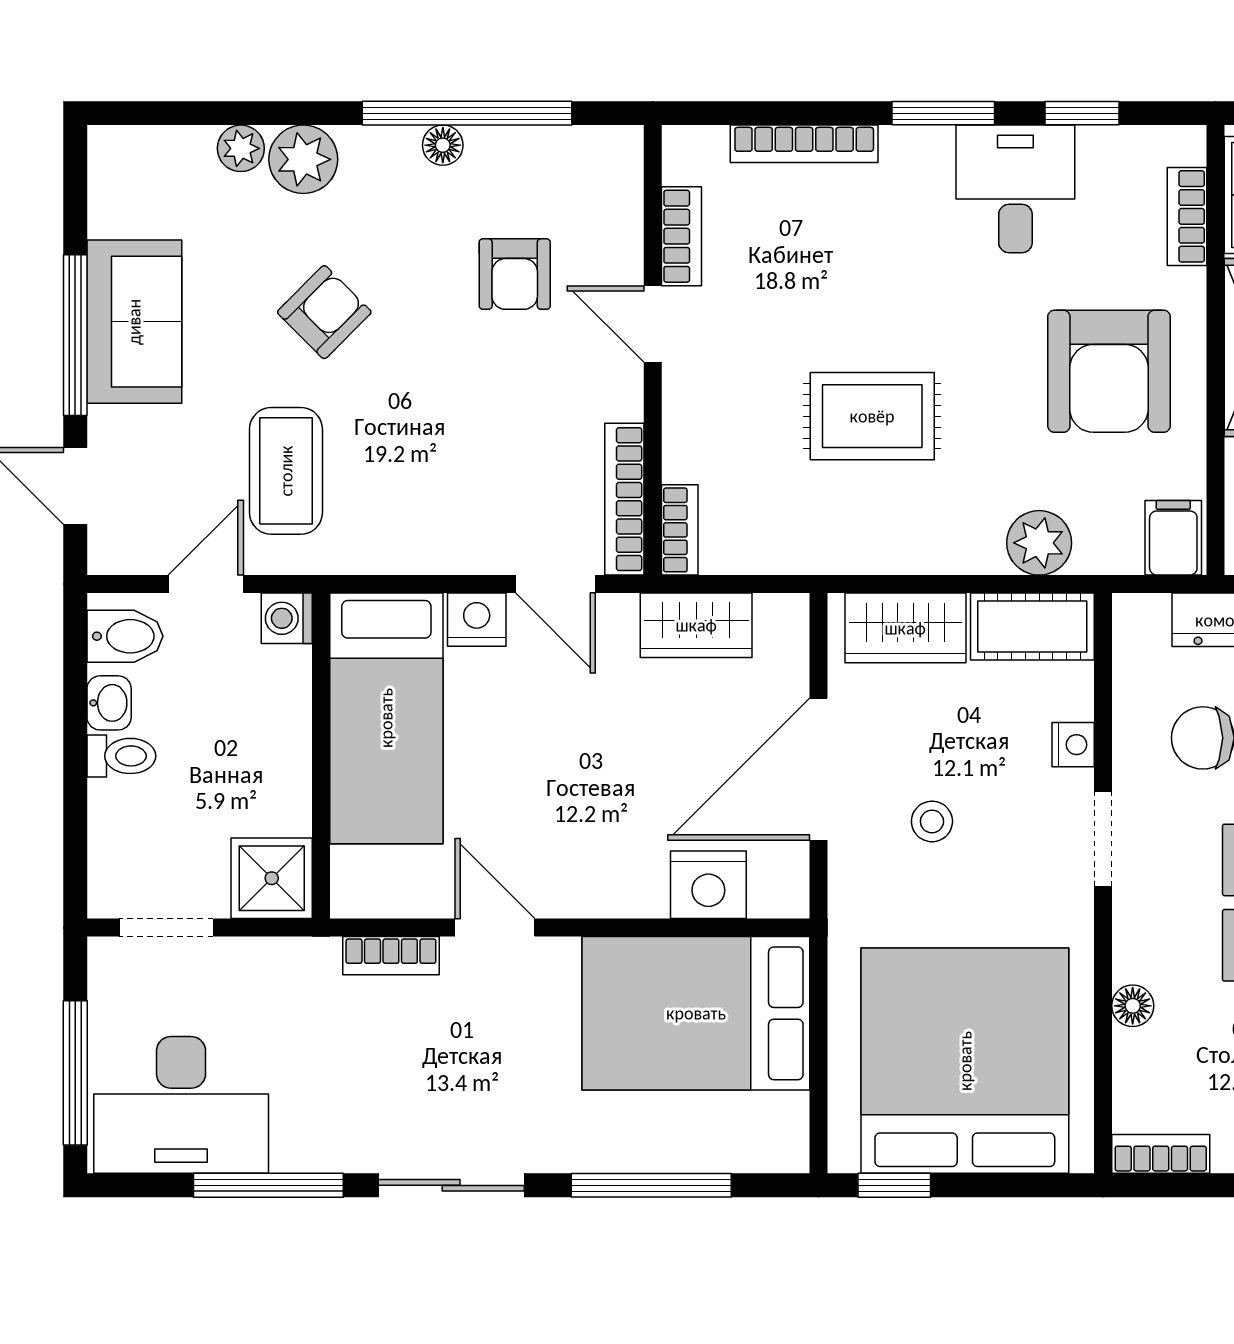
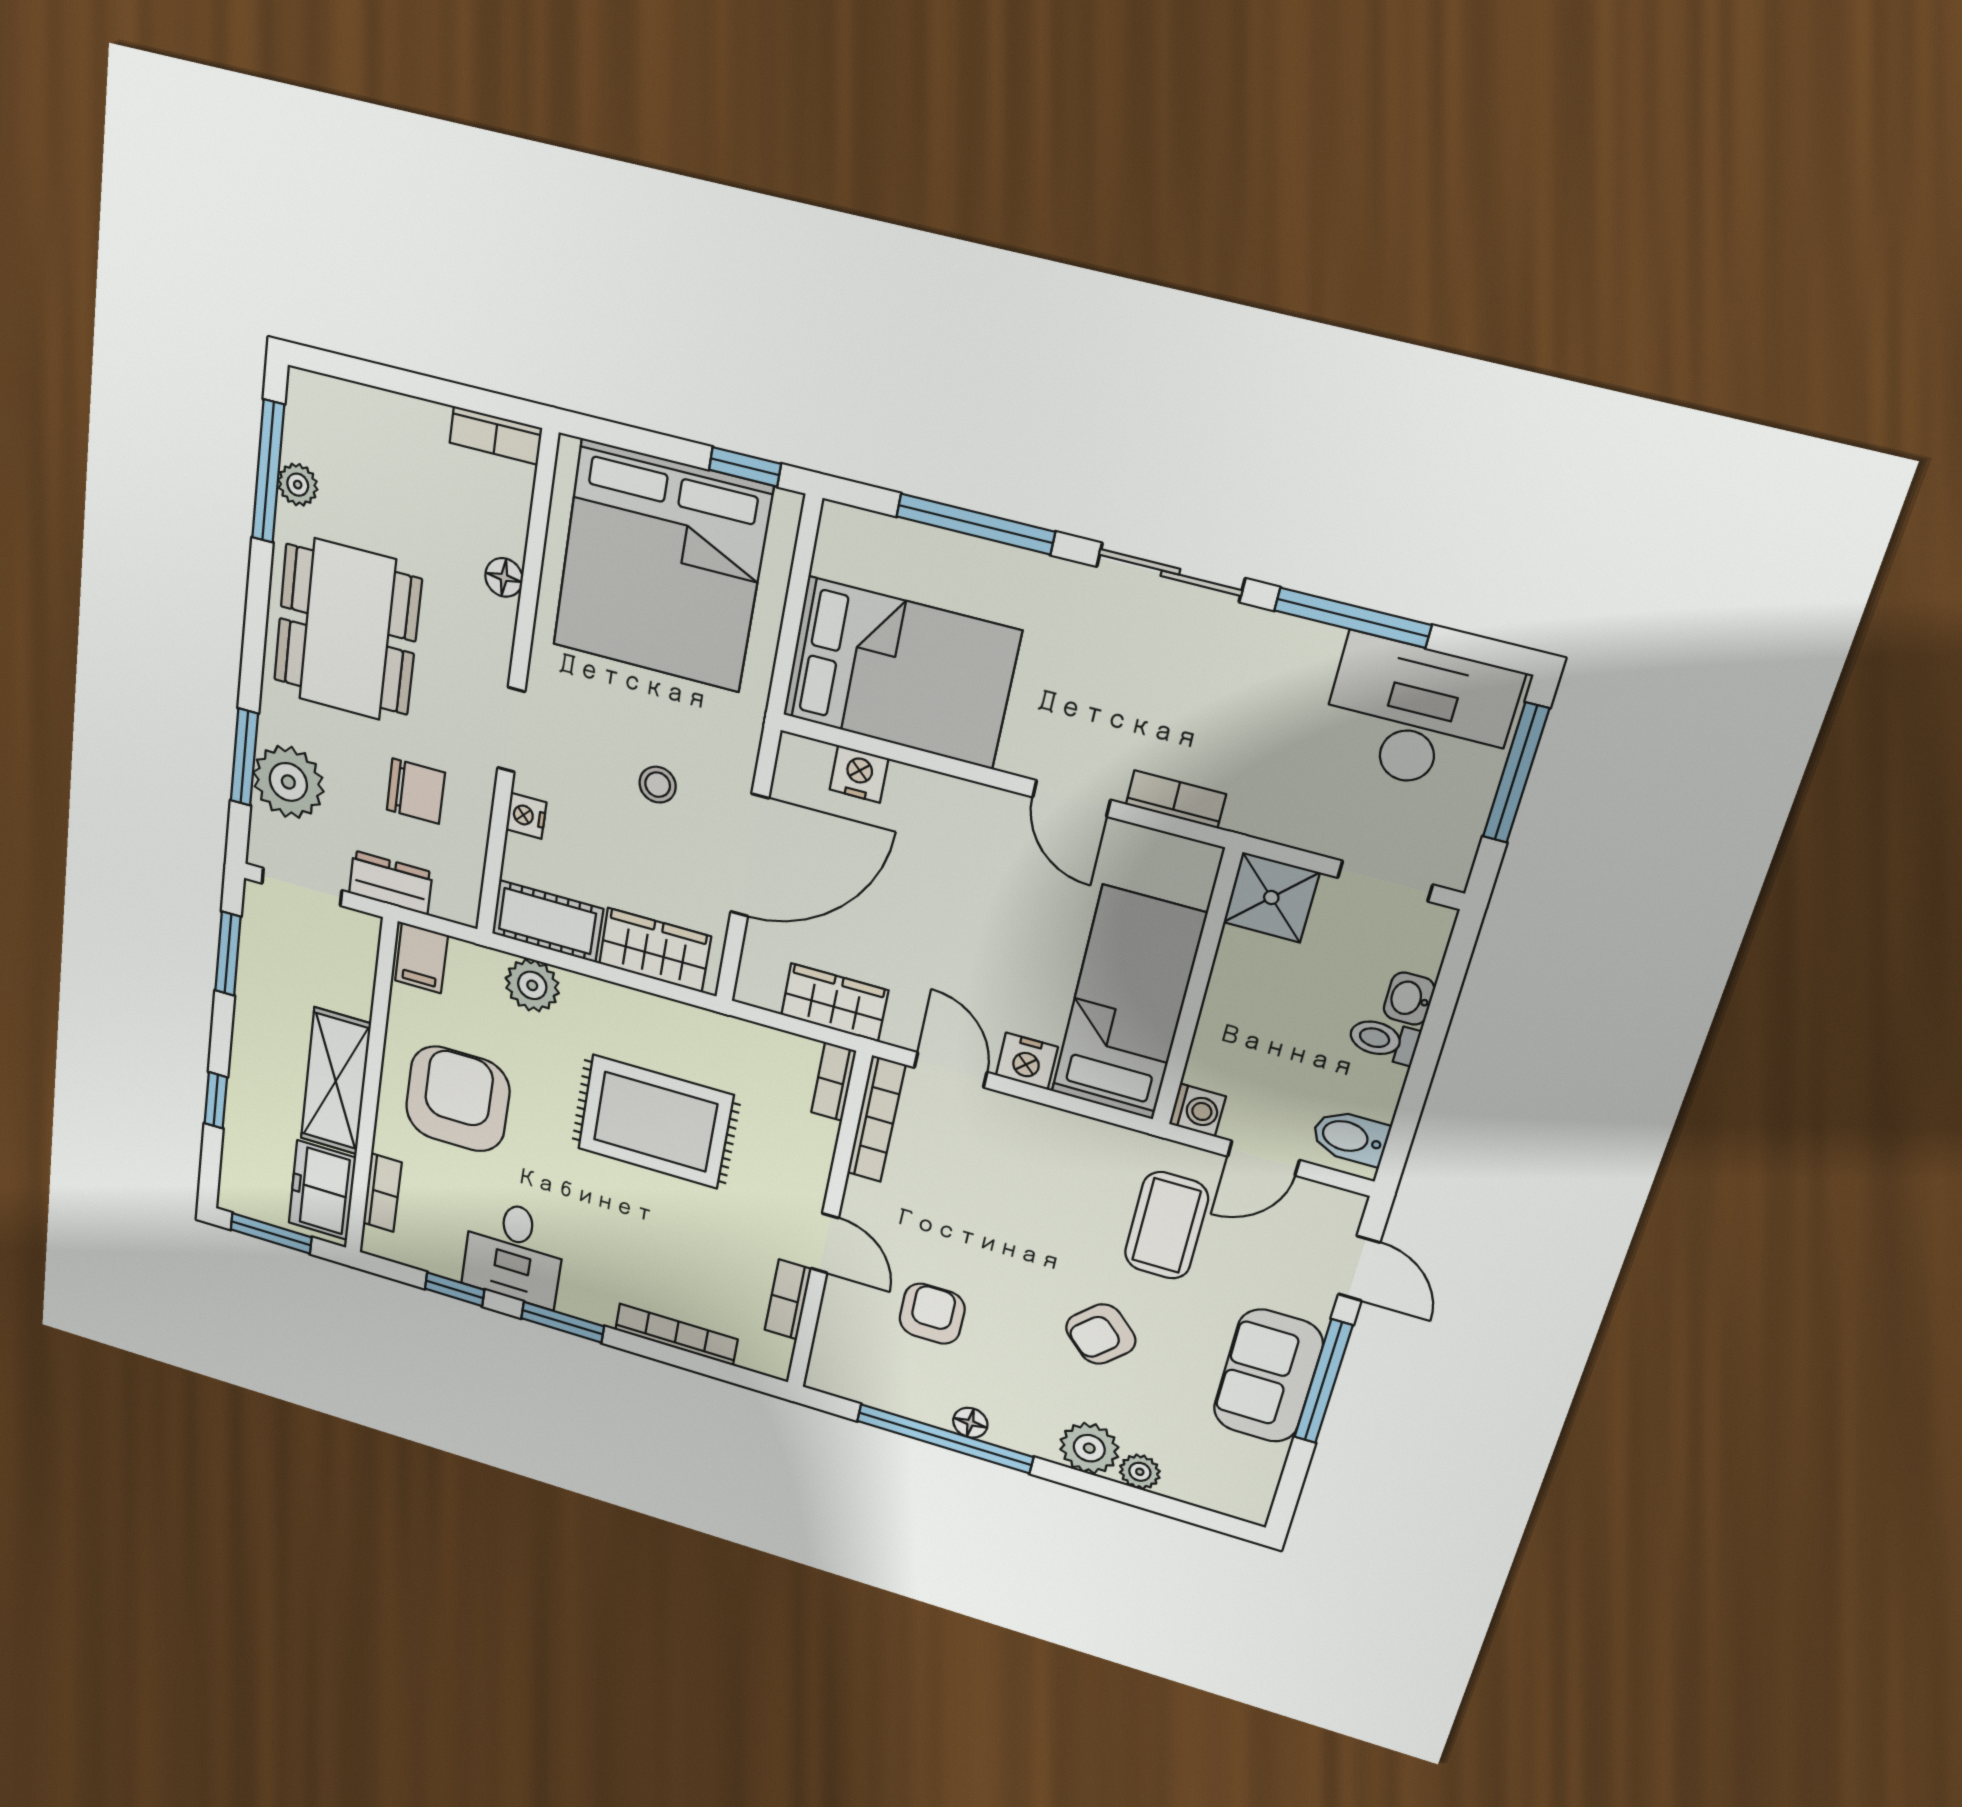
rug: (872, 416) -> (655, 1122), width x1.36, depth x1.43
washbasin: (109, 703) -> (1409, 999), moved
nightstand: (708, 885) -> (859, 774), width x0.74, depth x0.75

